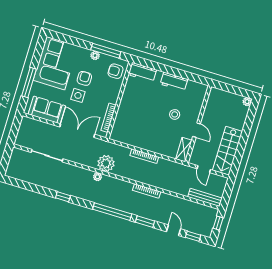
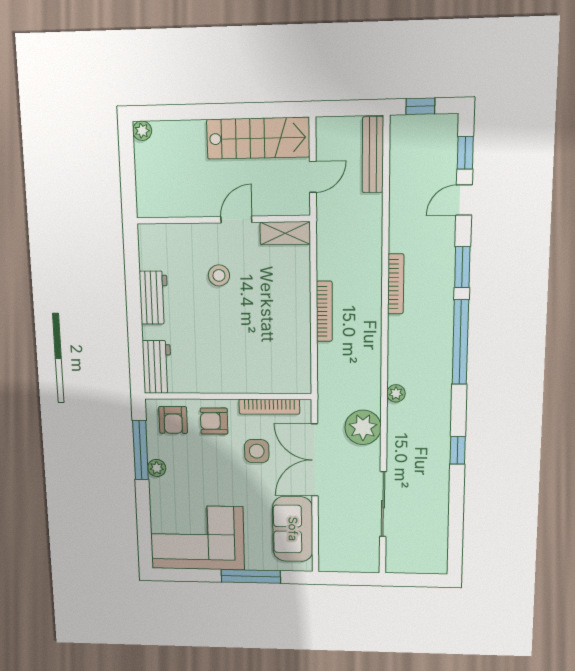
armchair: (84, 78) -> (214, 421), moved
side table: (78, 95) -> (257, 451), moved
plant: (106, 163) -> (363, 427), moved

